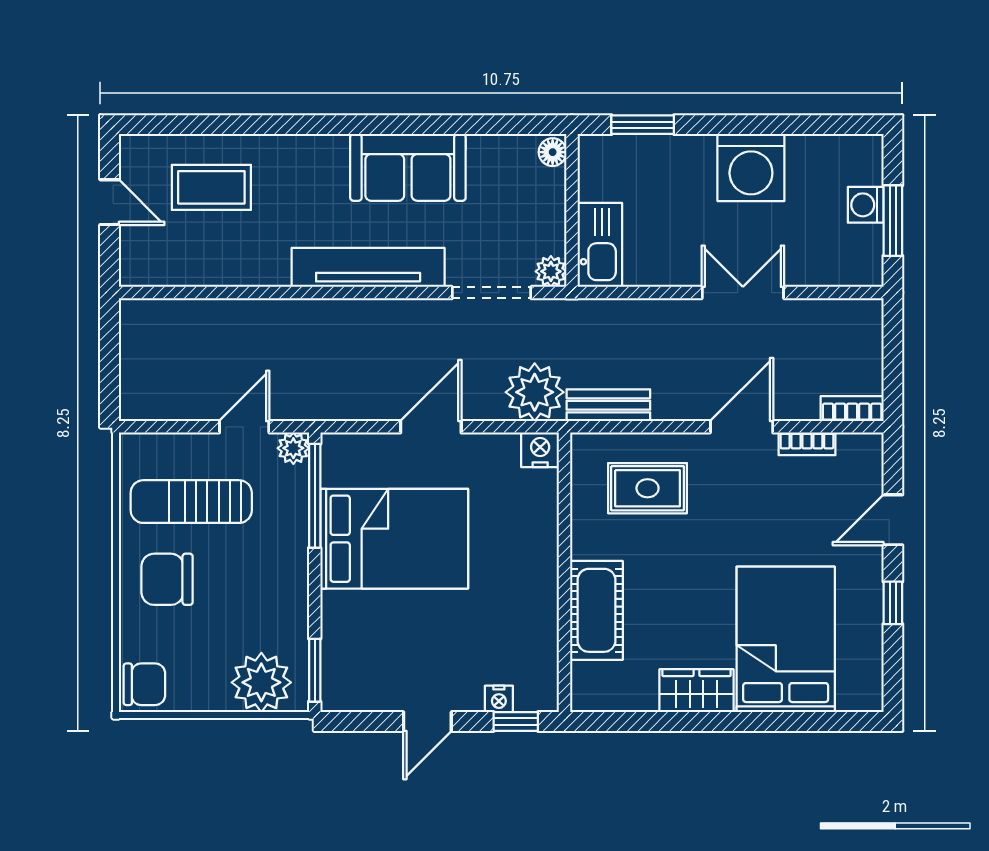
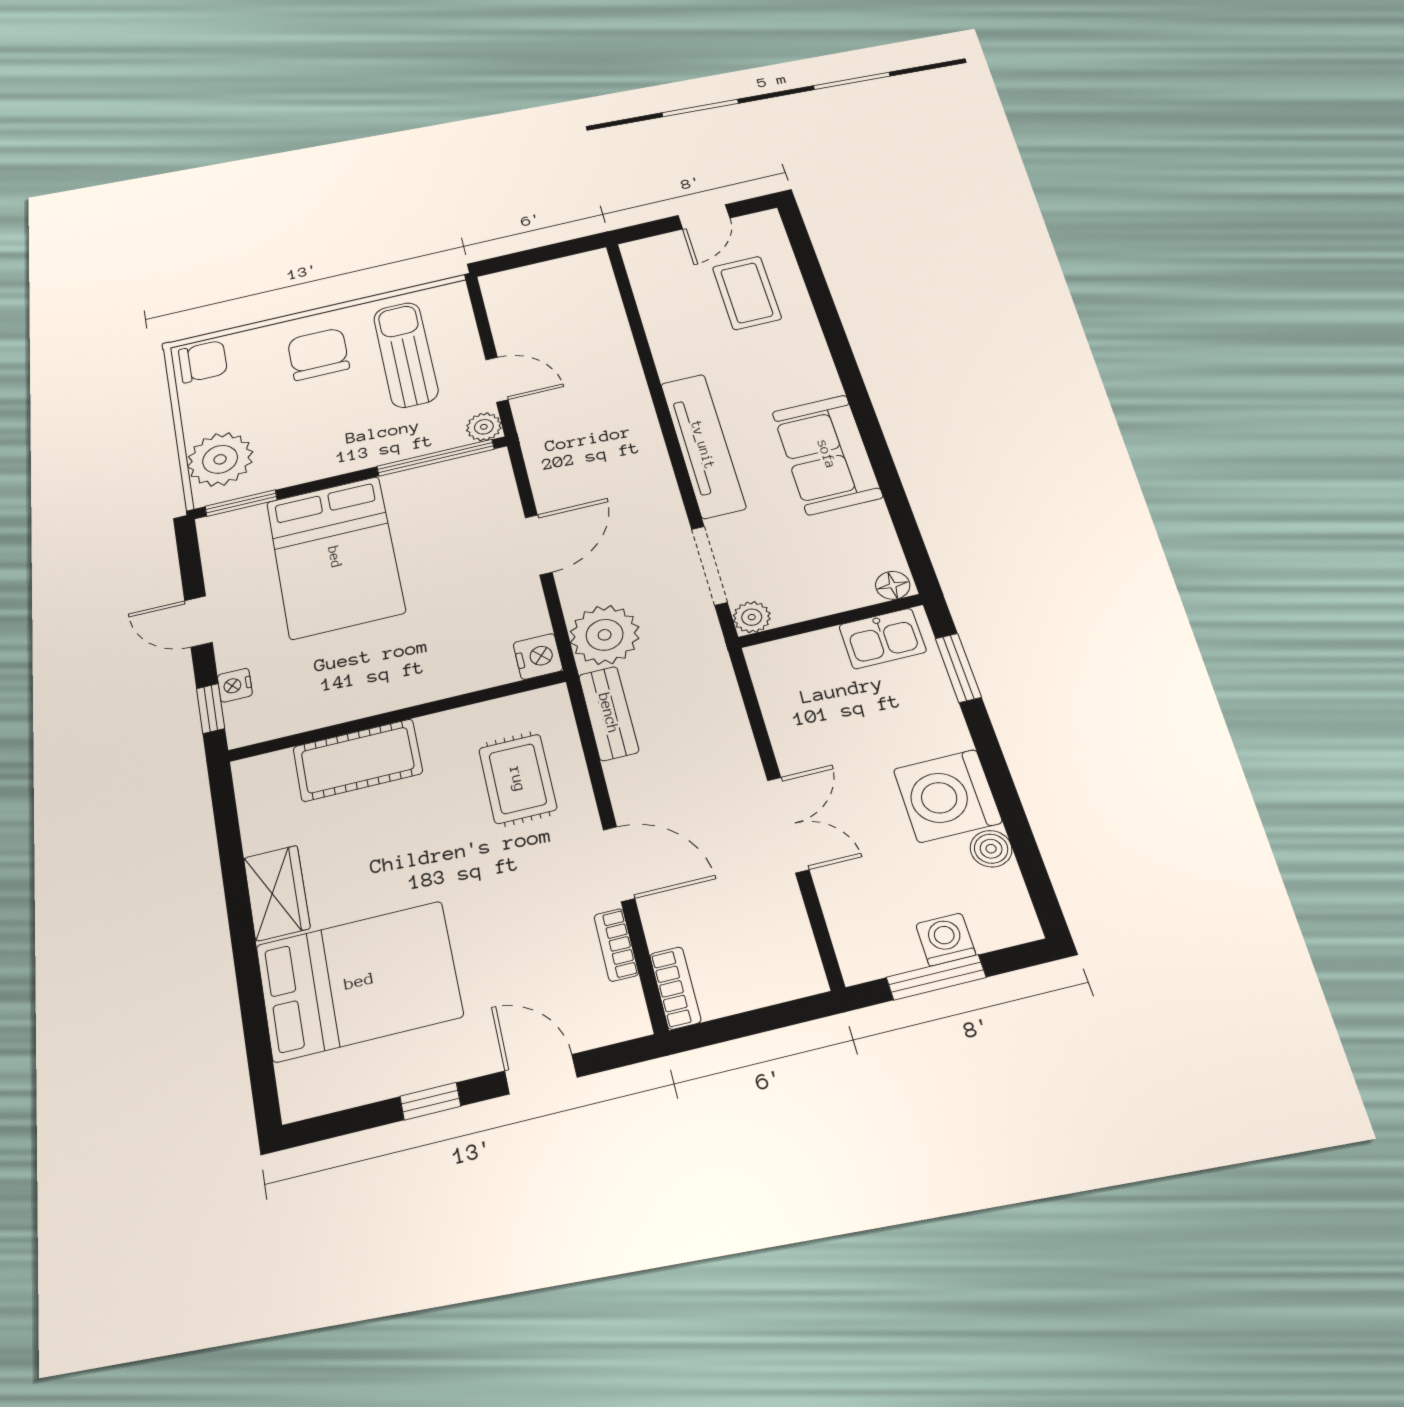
boiler: (803, 149) -> (991, 849), added
kitchen sink: (600, 245) -> (883, 639), moved, width x0.73
door: (431, 427) -> (539, 545), hinge flipped
bed: (394, 539) -> (335, 557), moved
chair: (144, 684) -> (203, 362), turned -90

